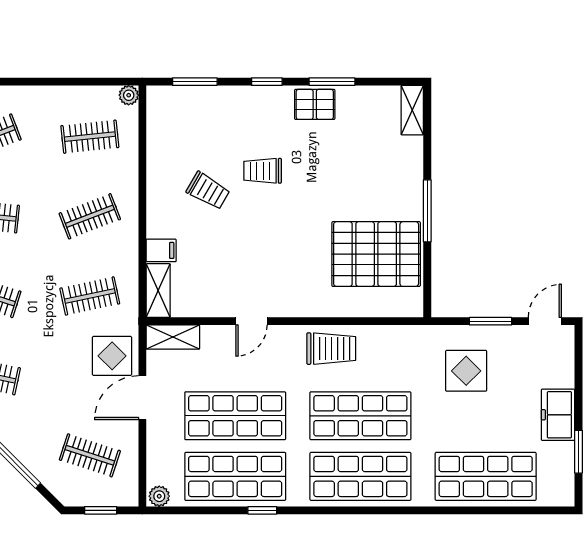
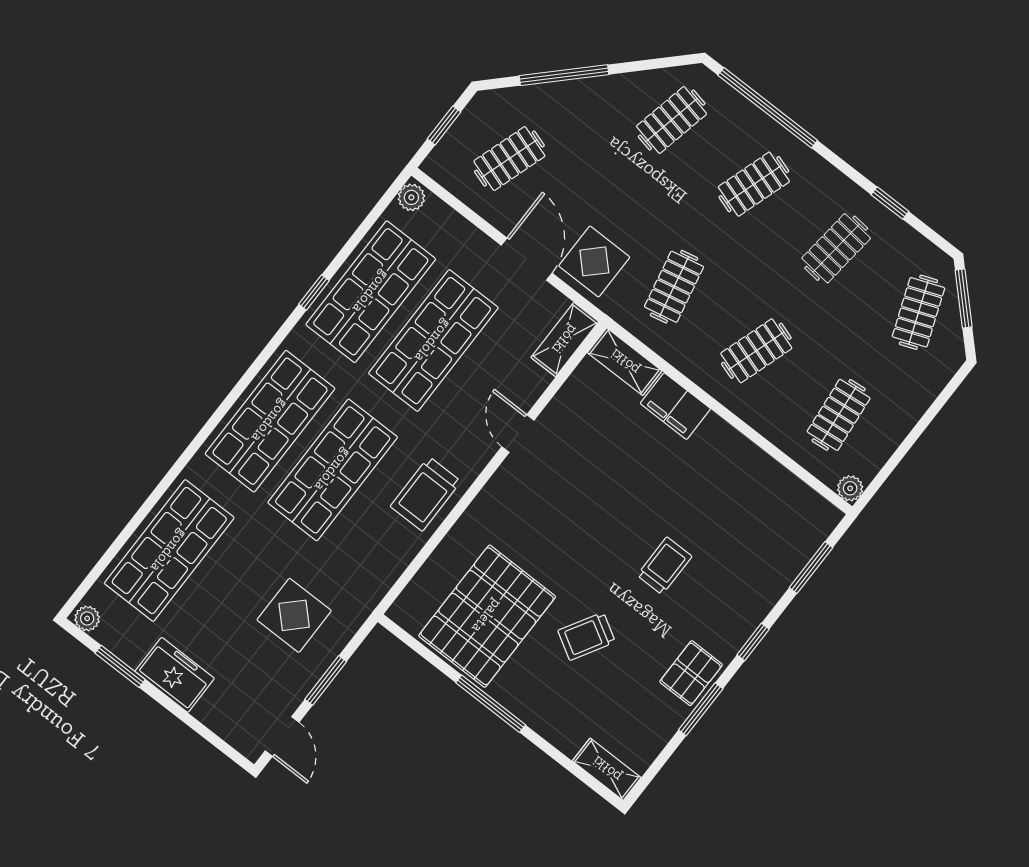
trolley: (208, 191) -> (587, 636), moved
clothes rail: (90, 216) -> (756, 351), turned 39
filing cabinet: (161, 250) -> (675, 406), width x2.00
plant: (565, 494) -> (87, 618), added

